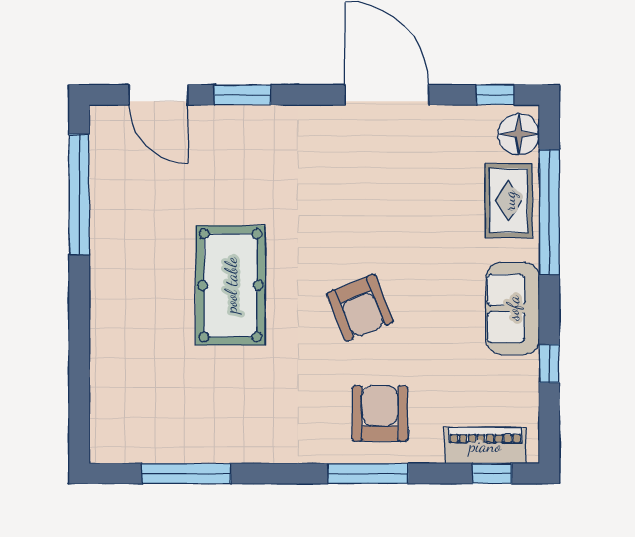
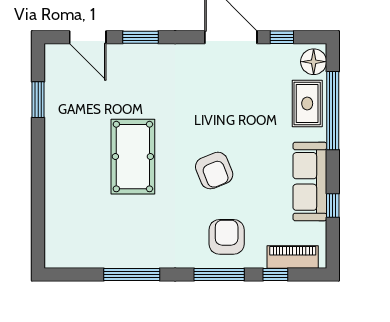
window: (495, 95) -> (282, 37), moved
window: (79, 195) -> (38, 100), width x0.47
sofa: (513, 308) -> (310, 181), width x1.36
window: (186, 474) -> (132, 275), moved
window: (492, 474) -> (275, 275), moved

